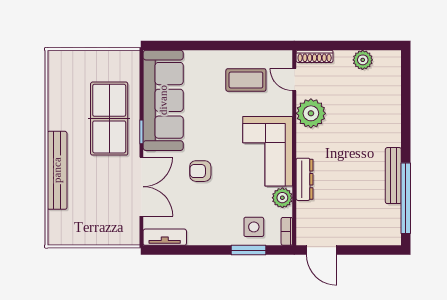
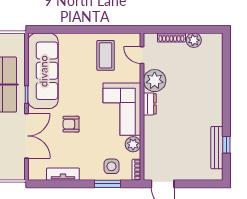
shoe rack: (315, 56) -> (171, 37), moved
coffee table: (246, 80) -> (106, 55), turned 90
bench: (393, 176) -> (217, 148), moved
dresser: (304, 179) -> (150, 104), moved, width x0.70
window: (406, 198) -> (226, 145), width x0.32
tv unit: (165, 237) -> (63, 174), moved

